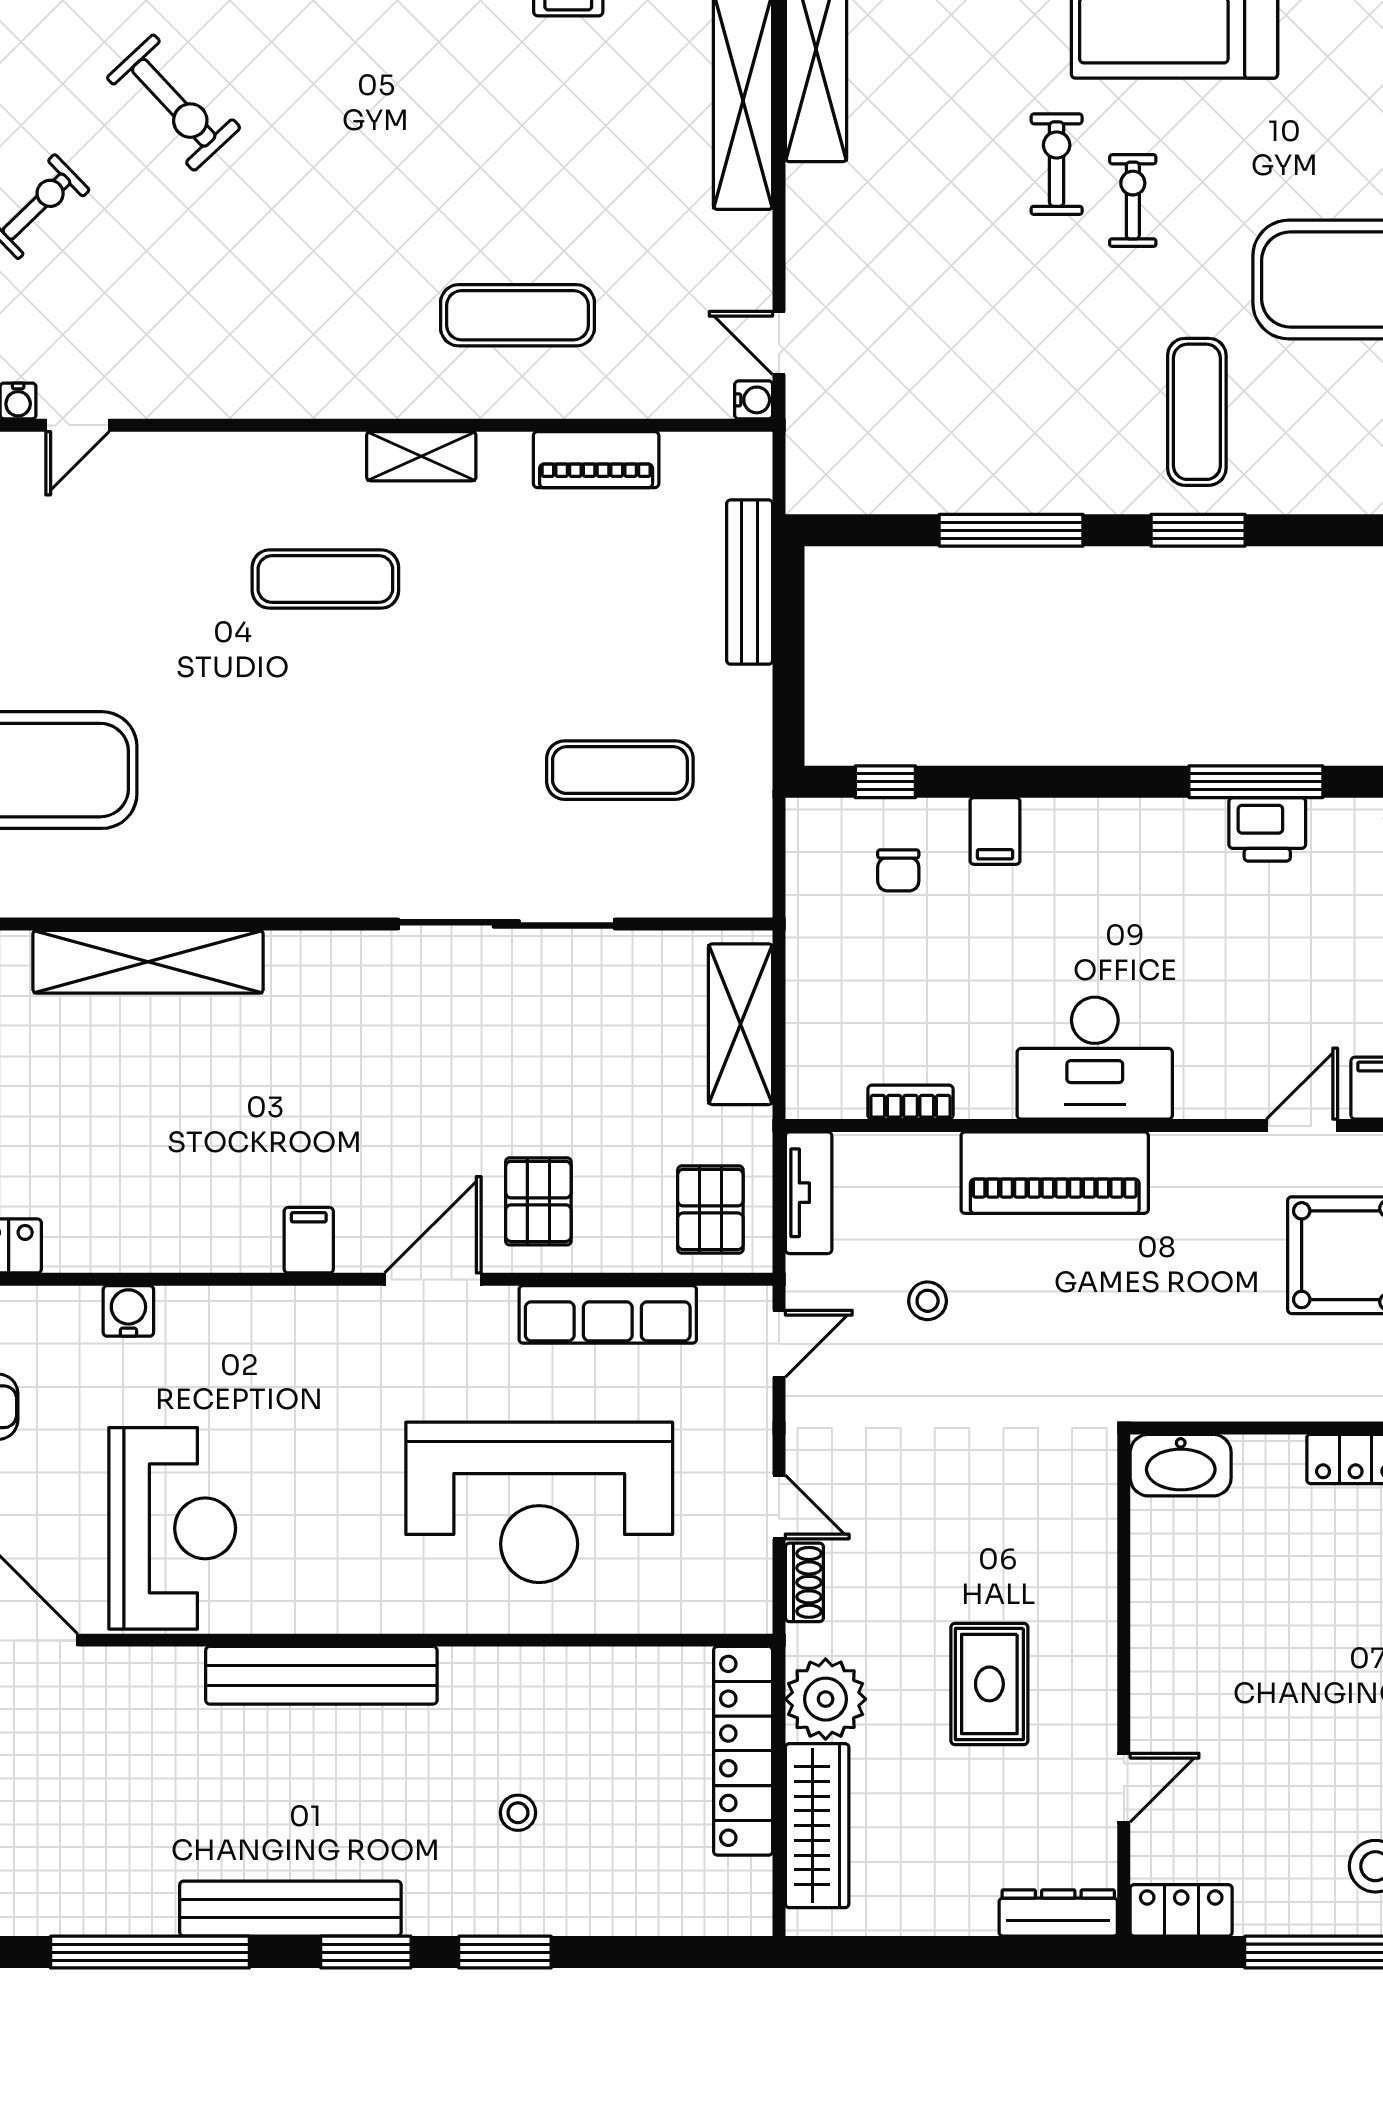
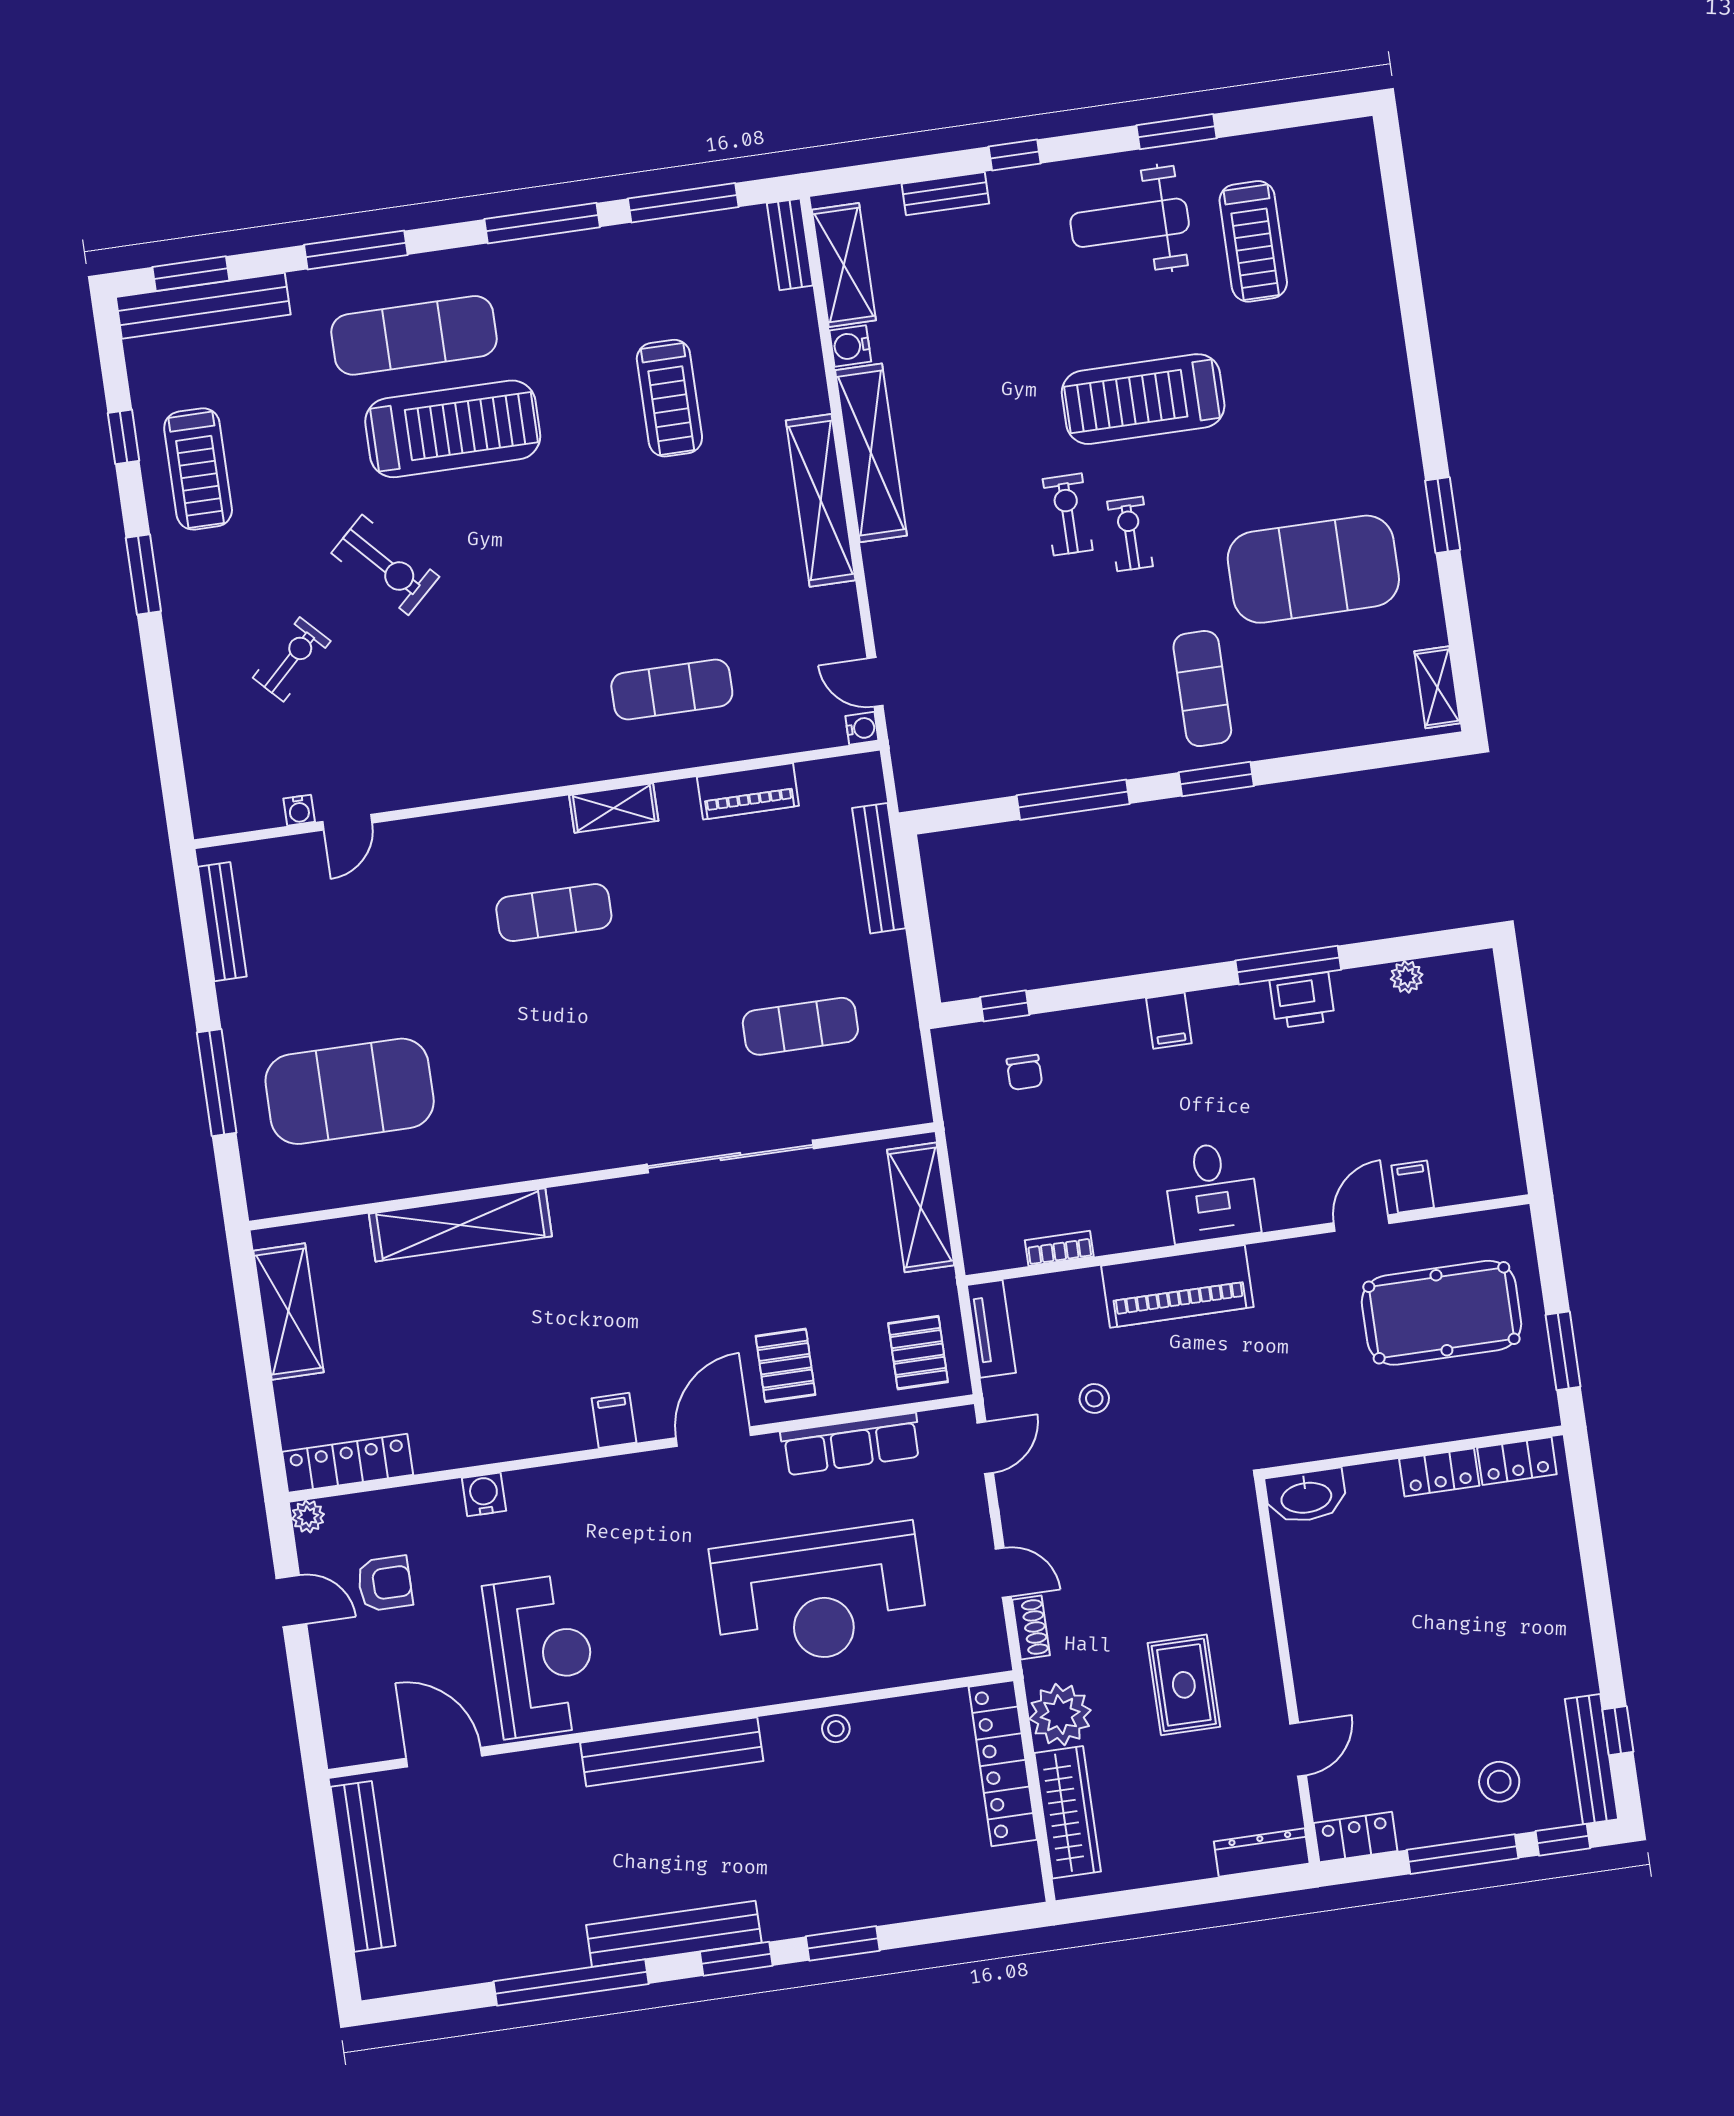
filing cabinet: (995, 831) -> (1169, 1021), moved
desk: (1095, 1058) -> (1212, 1192), width x0.73
stool: (518, 1813) -> (836, 1729), moved

